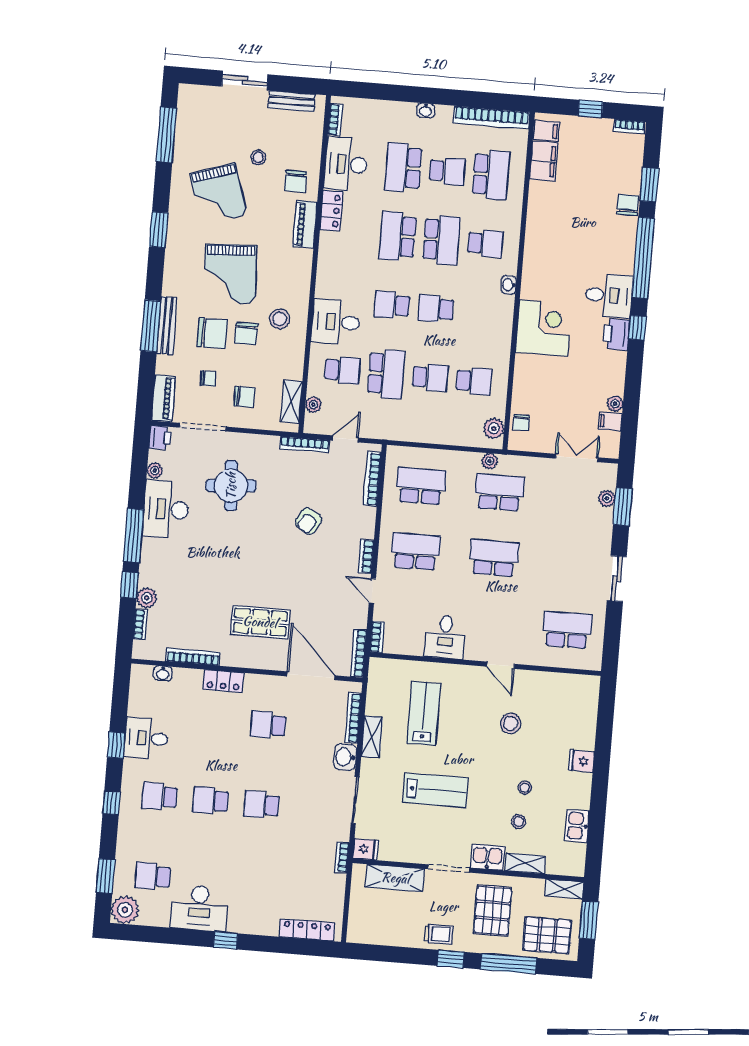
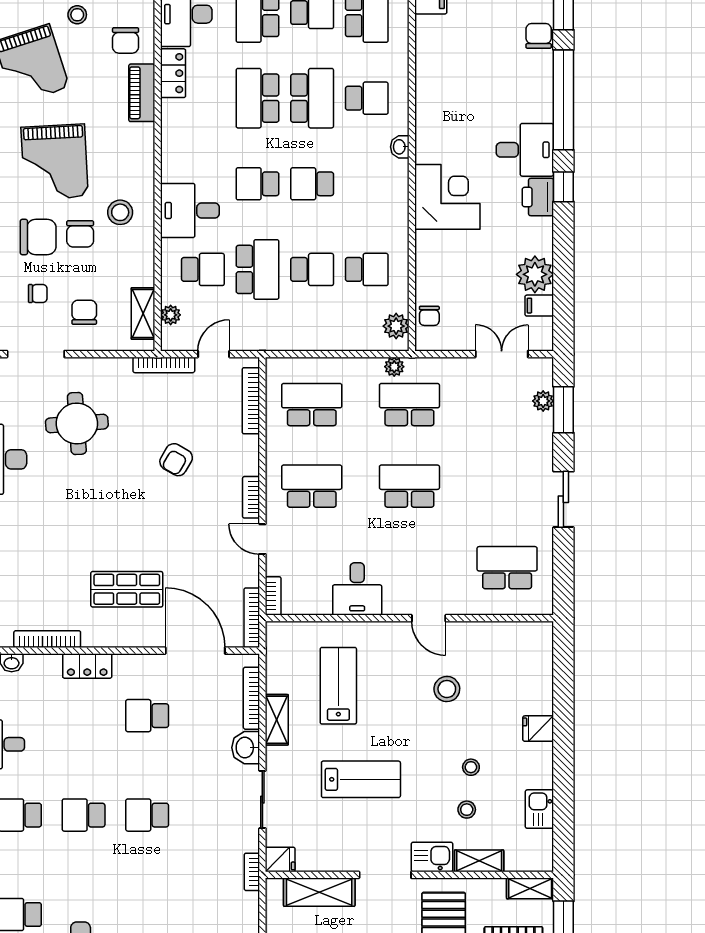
chair: (244, 397) -> (84, 312), turned -90
plant: (615, 404) -> (535, 274), width x1.88, depth x1.88

